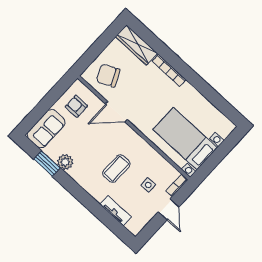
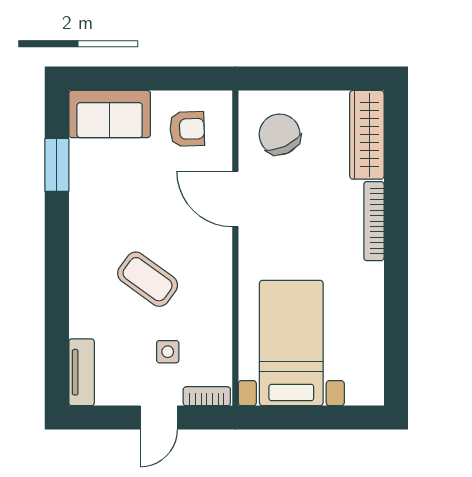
armchair: (76, 106) -> (187, 129), turned 88
plant: (65, 162) -> (85, 191), removed
coffee table: (116, 169) -> (148, 279), turned 36
tv unit: (116, 211) -> (82, 372), moved

